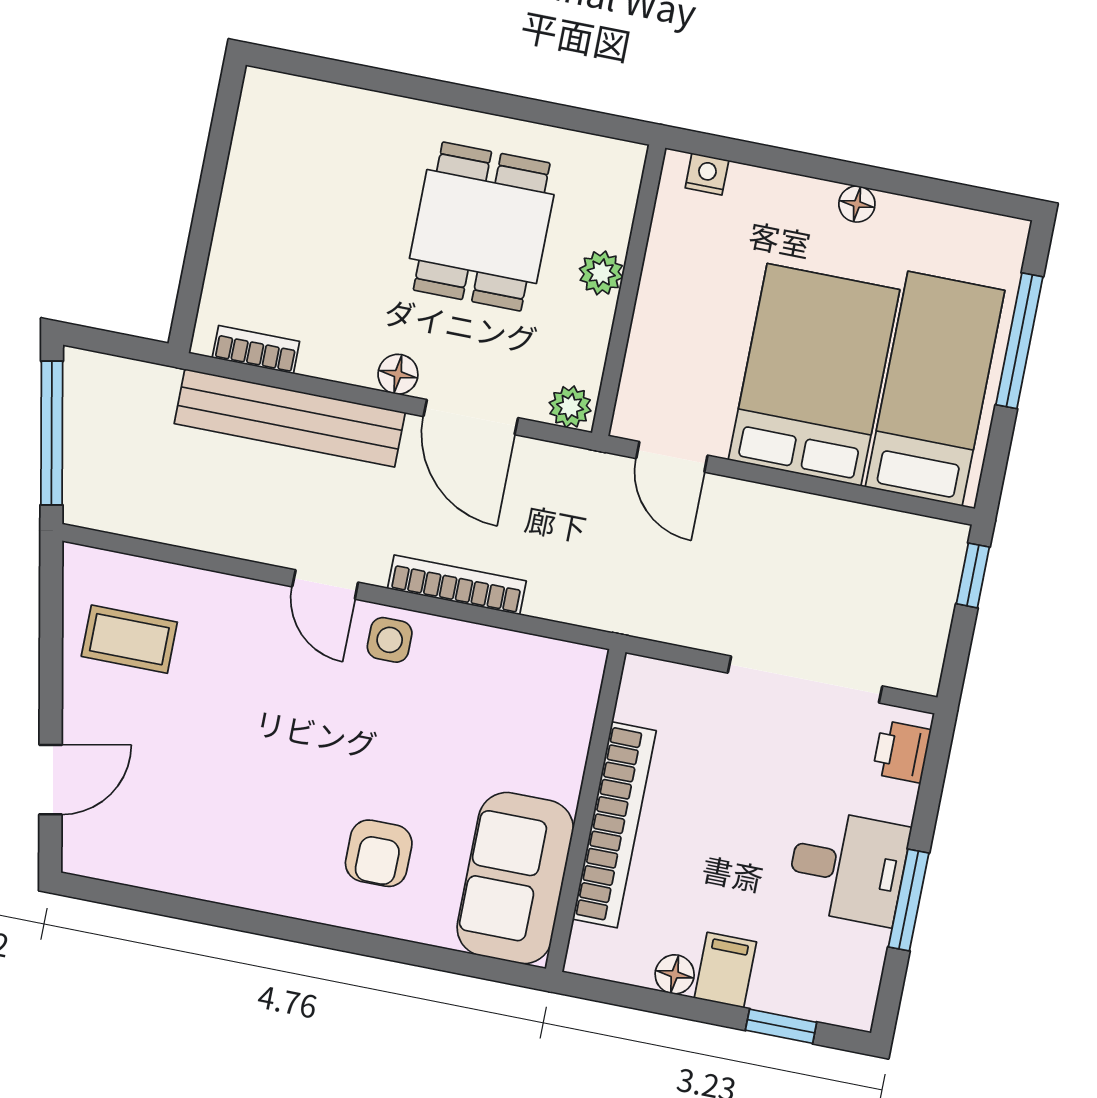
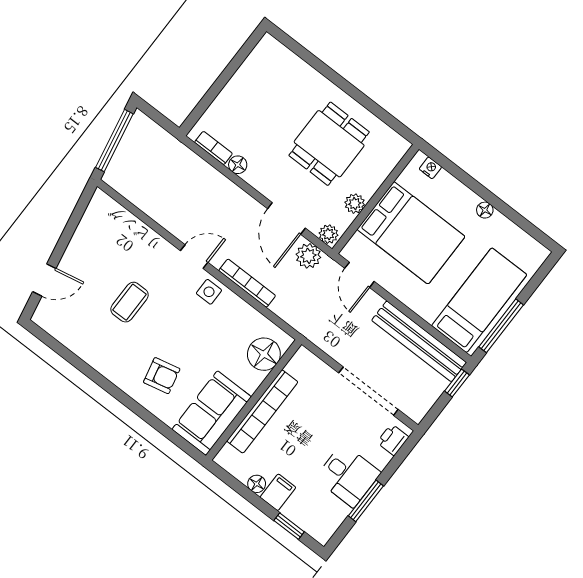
plant: (601, 273) -> (355, 204), moved
window: (1019, 341) -> (501, 326), moved
floor lamp: (398, 374) -> (238, 165), moved
bed: (814, 375) -> (411, 233), moved, turned 90
bench: (290, 418) -> (419, 341), moved
plant: (552, 470) -> (308, 256), added
door: (325, 584) -> (194, 257), swing flipped
coffee table: (129, 639) -> (129, 302), moved, turned 90
floor lamp: (561, 709) -> (264, 354), added
armchair: (379, 853) -> (162, 376), turned -103

